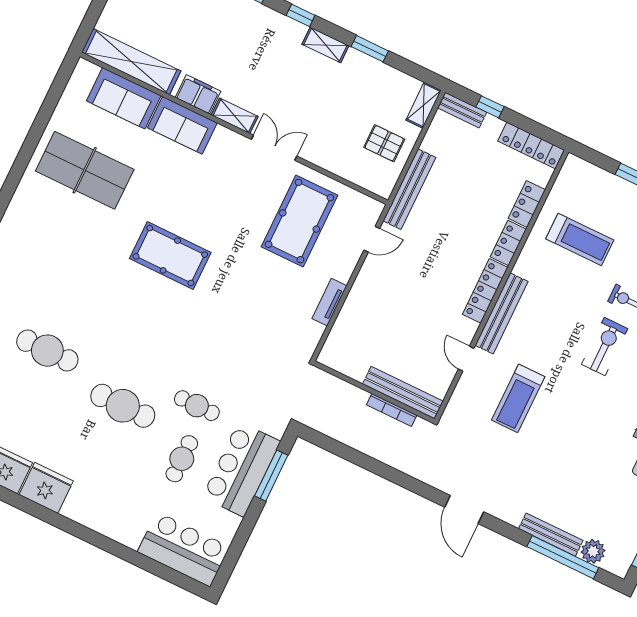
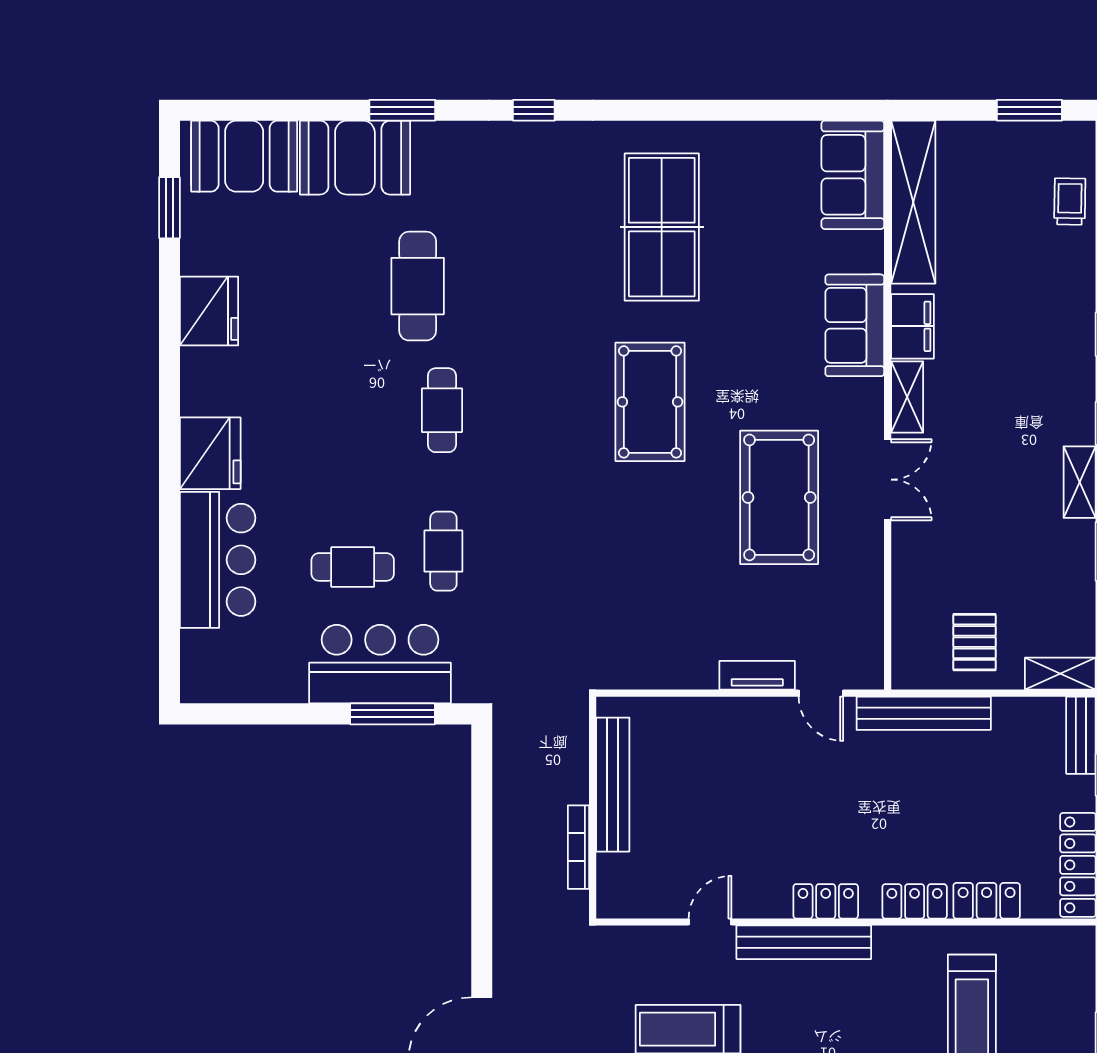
sofa: (124, 98) -> (853, 175), moved
table tennis table: (85, 170) -> (662, 227), moved
pool table: (299, 221) -> (779, 497), moved, turned 90
locker: (485, 291) -> (826, 901), width x0.66
tv unit: (329, 302) -> (757, 675), moved
bench: (403, 393) -> (613, 785), moved
cafe table: (123, 406) -> (442, 410), moved, width x0.73, depth x0.74
fridge: (46, 488) -> (210, 453), moved
bar counter: (184, 549) -> (218, 560), moved

